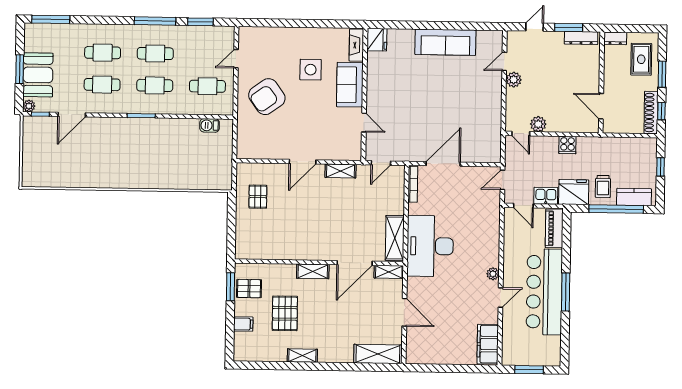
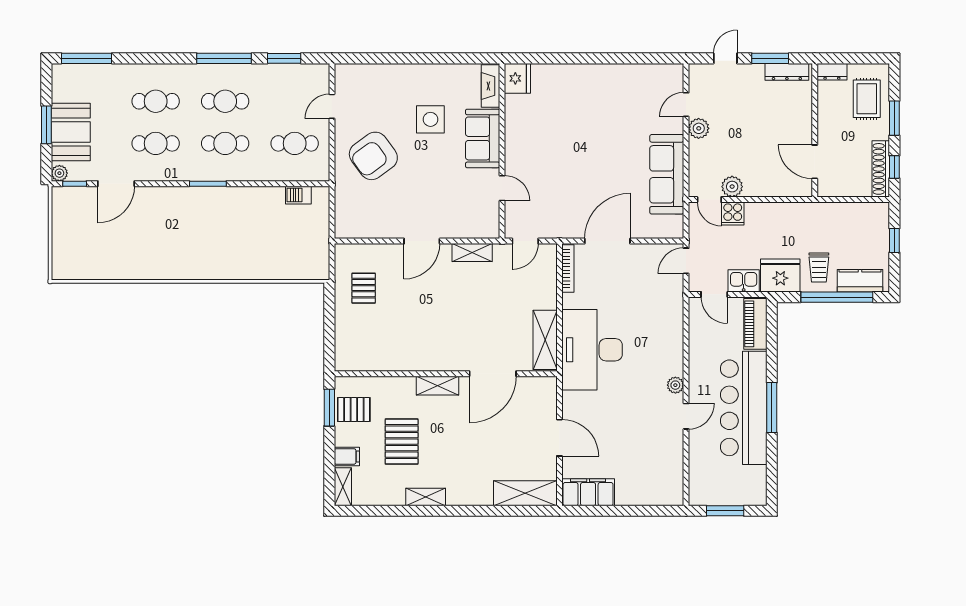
sofa: (445, 42) -> (667, 174), moved, turned 90
cooker: (567, 145) -> (733, 214), moved
shelving: (389, 272) -> (343, 487), moved, turned 90
filing cabinet: (488, 344) -> (588, 492), moved, turned 90

